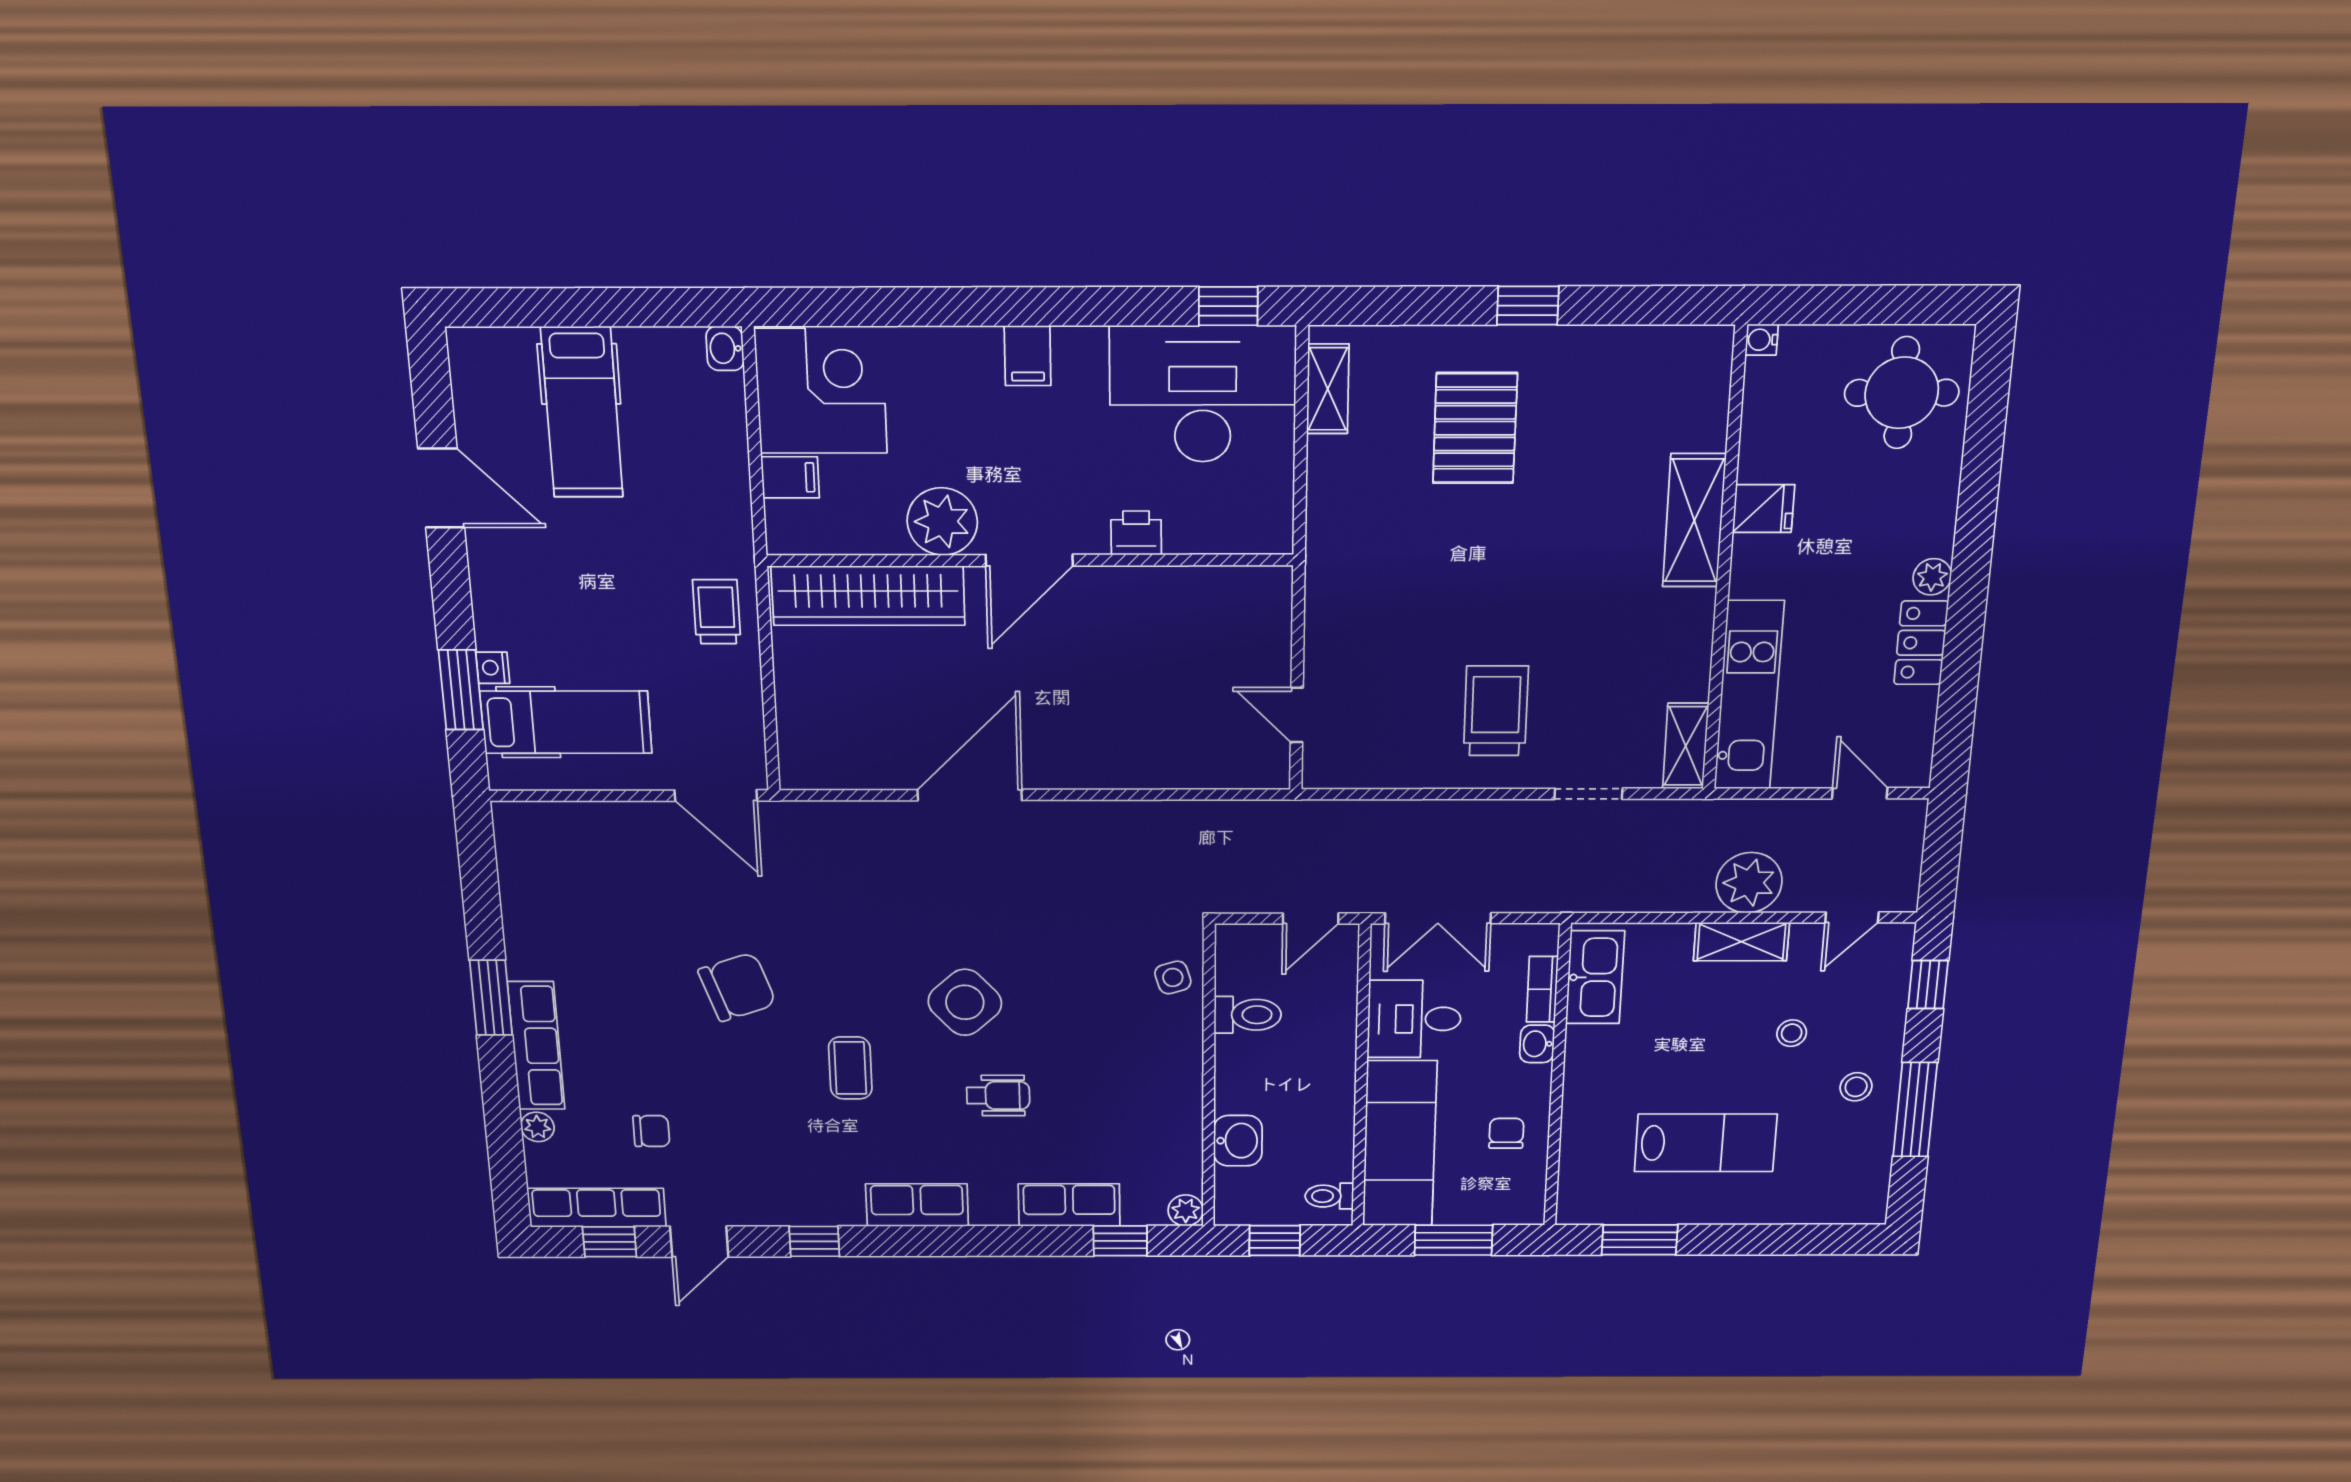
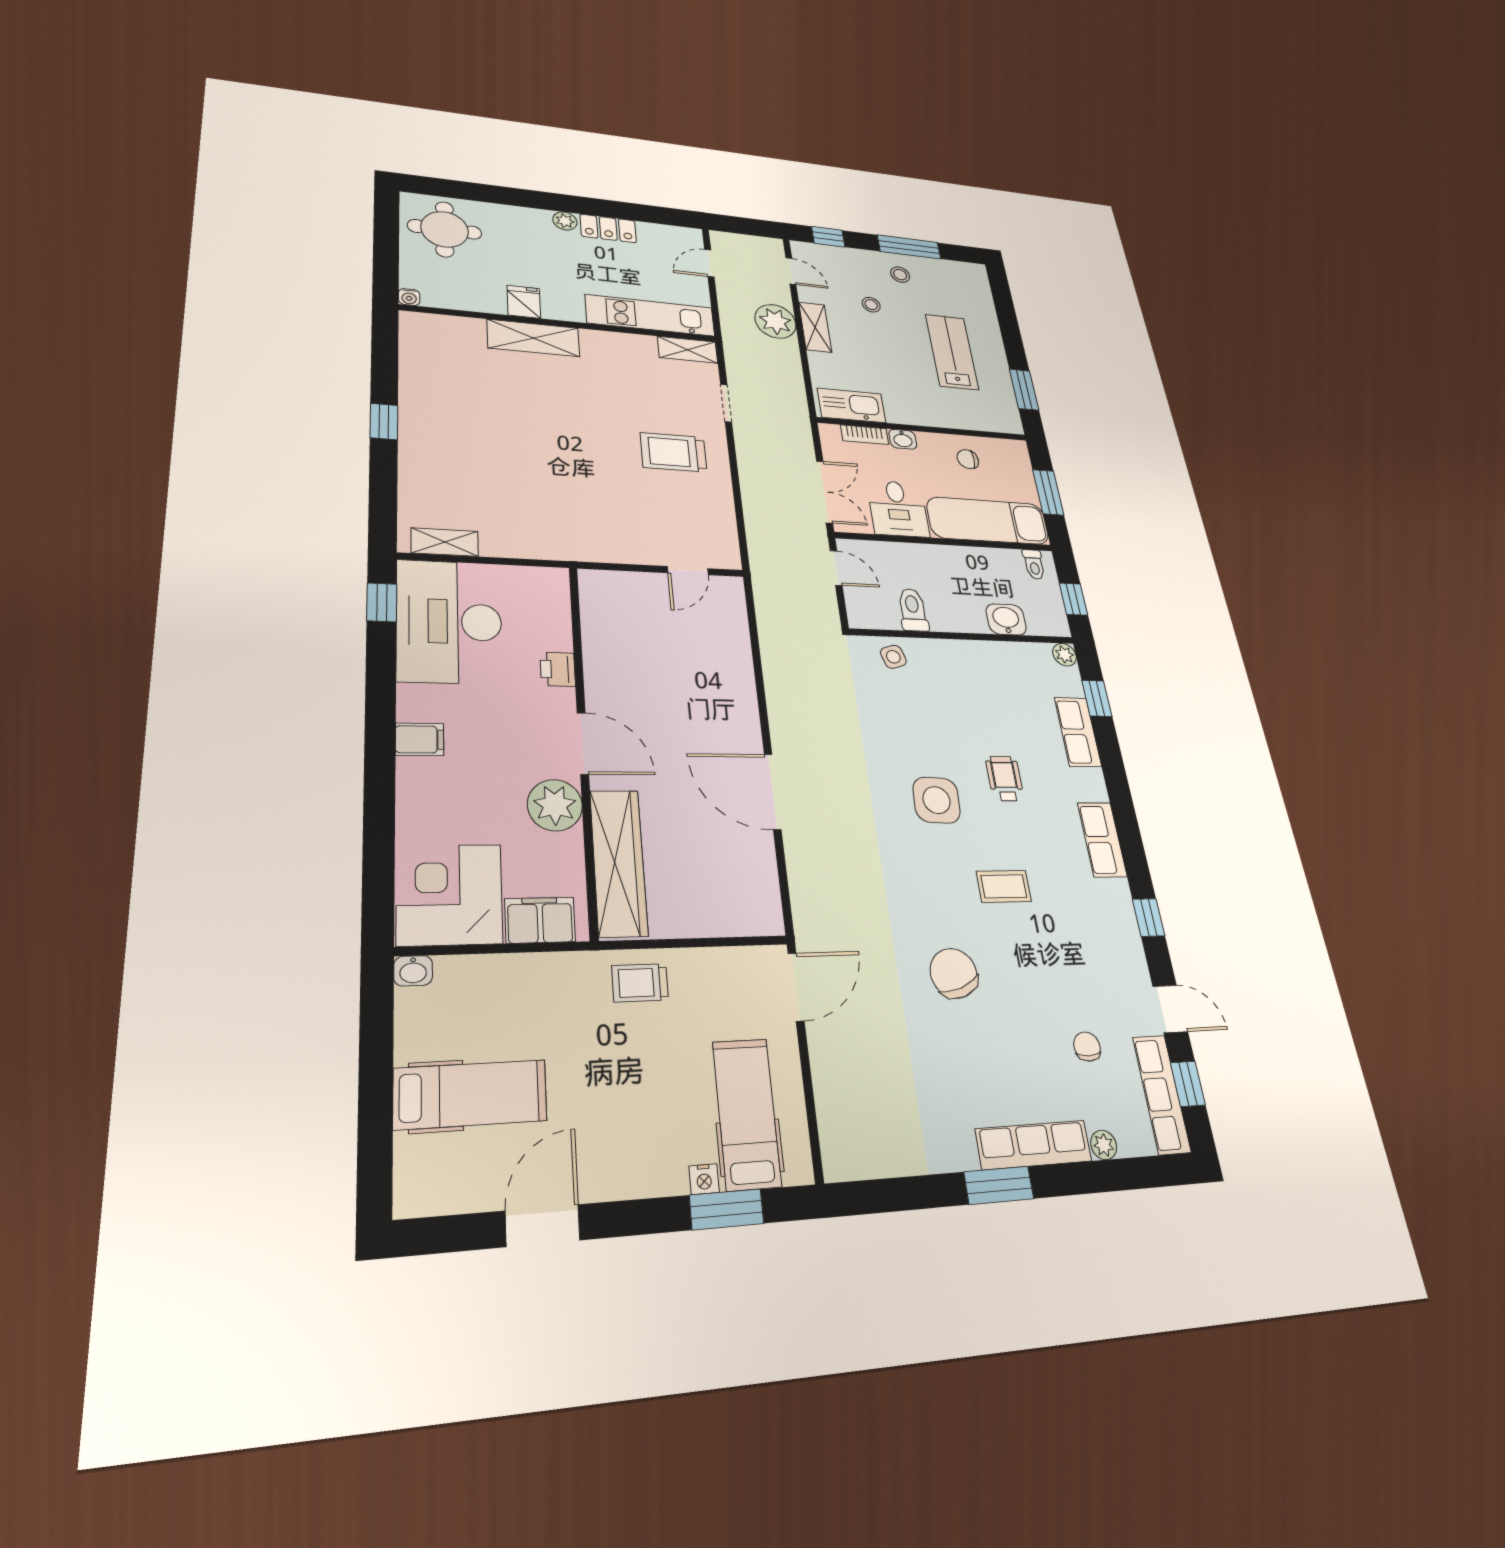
pallet: (1475, 428) -> (472, 456), removed
filing cabinet: (790, 477) -> (540, 920), width x2.00
side table: (965, 1002) -> (937, 800), turned 45

